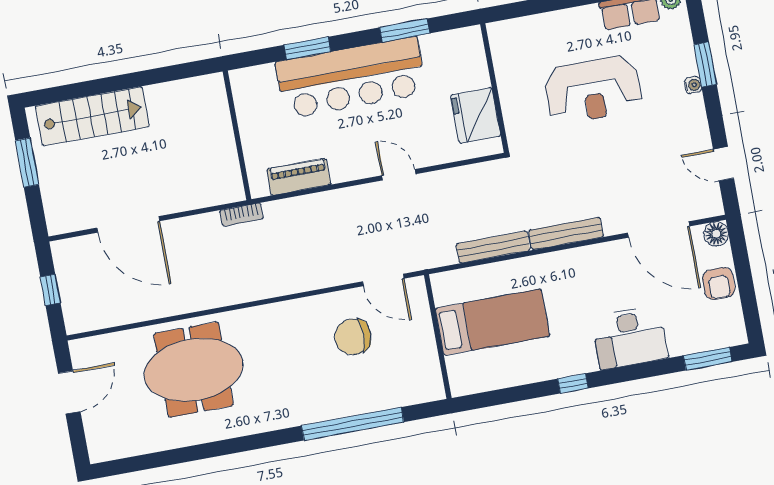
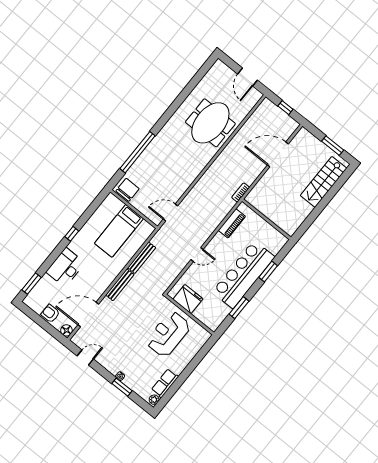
reception desk: (593, 90) -> (168, 334), moved
chair: (353, 337) -> (128, 190), moved

